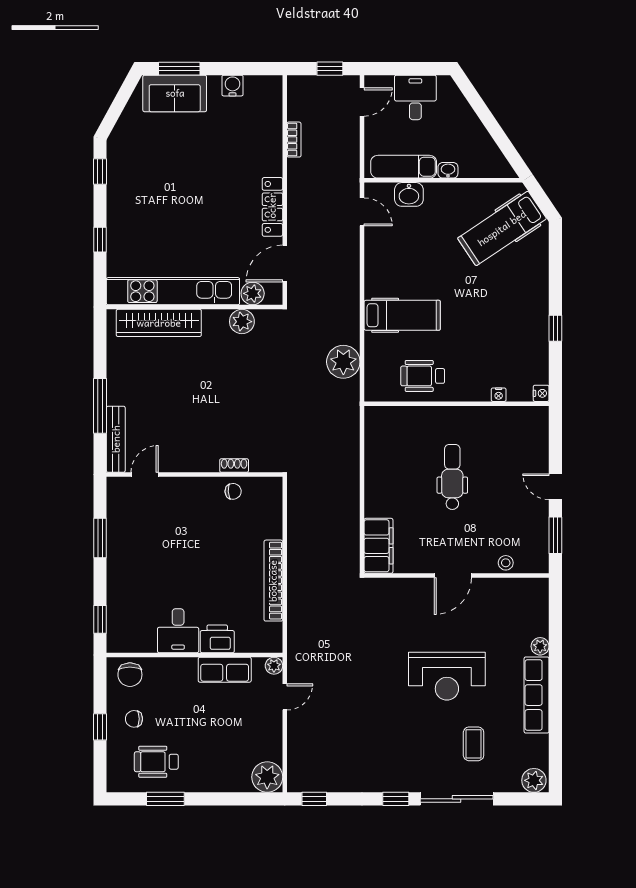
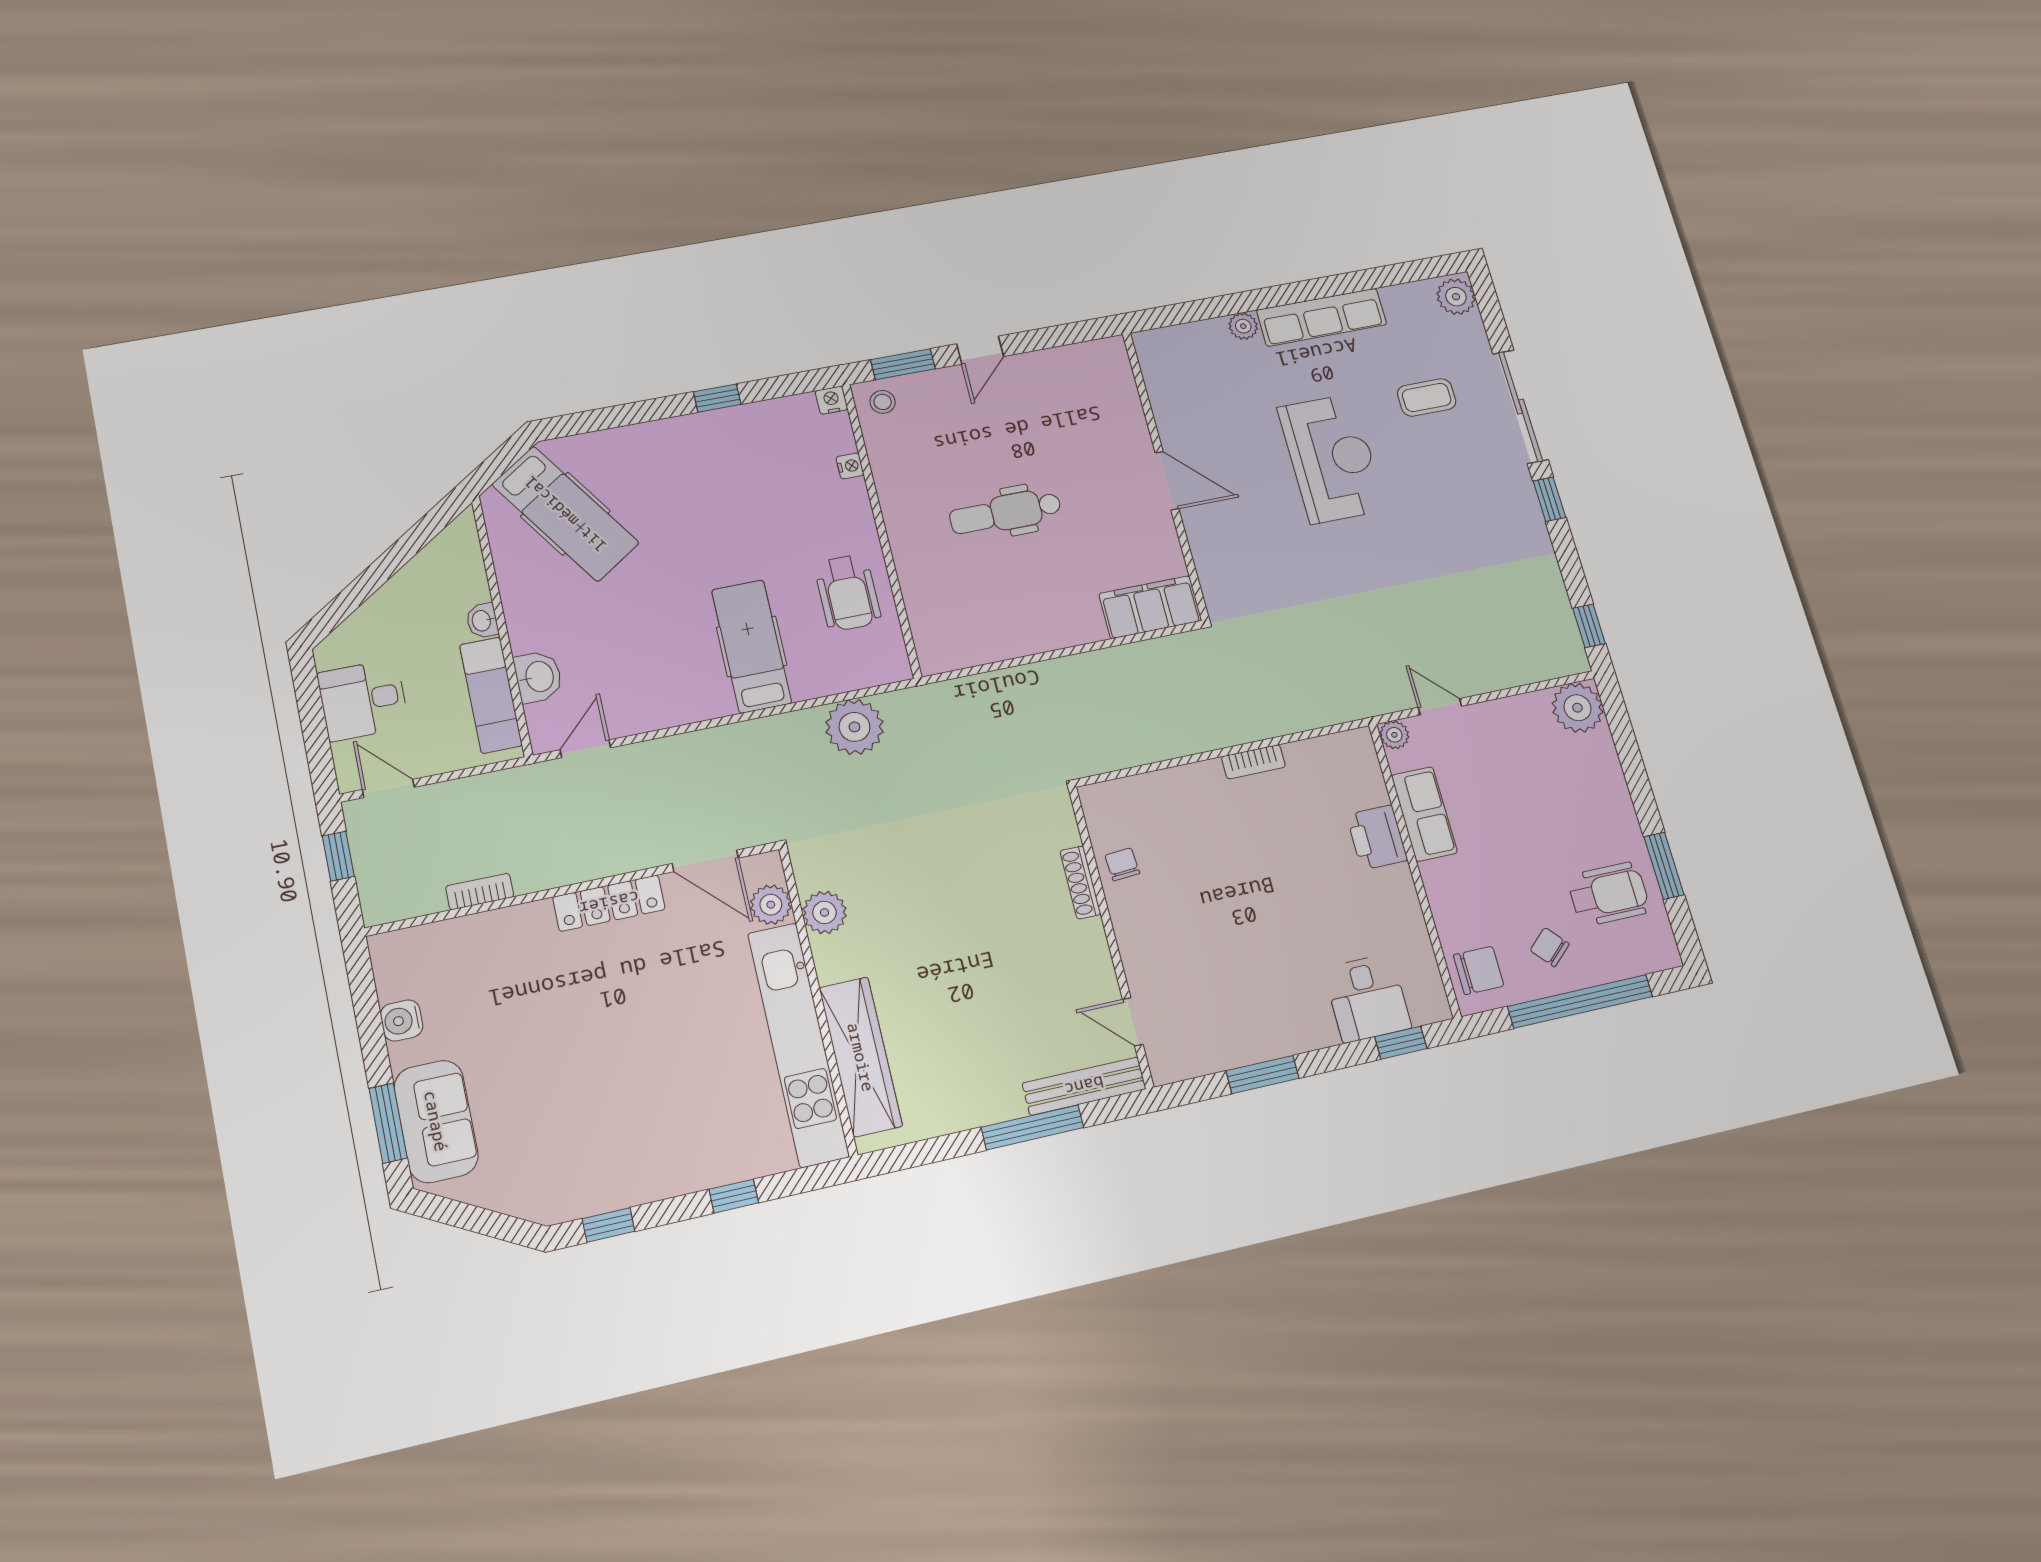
shoe rack: (234, 465) -> (1080, 882), width x1.43
window: (555, 535) -> (903, 364), moved
stool: (506, 563) -> (883, 402), moved
bookcase: (273, 581) -> (1253, 762), width x0.43, depth x0.76
desk: (178, 631) -> (1367, 998), moved, turned 90
chair: (134, 719) -> (1550, 947), turned 138
window: (100, 727) -> (1580, 1001), width x3.17
wheelchair: (156, 762) -> (1608, 894), turned -90

